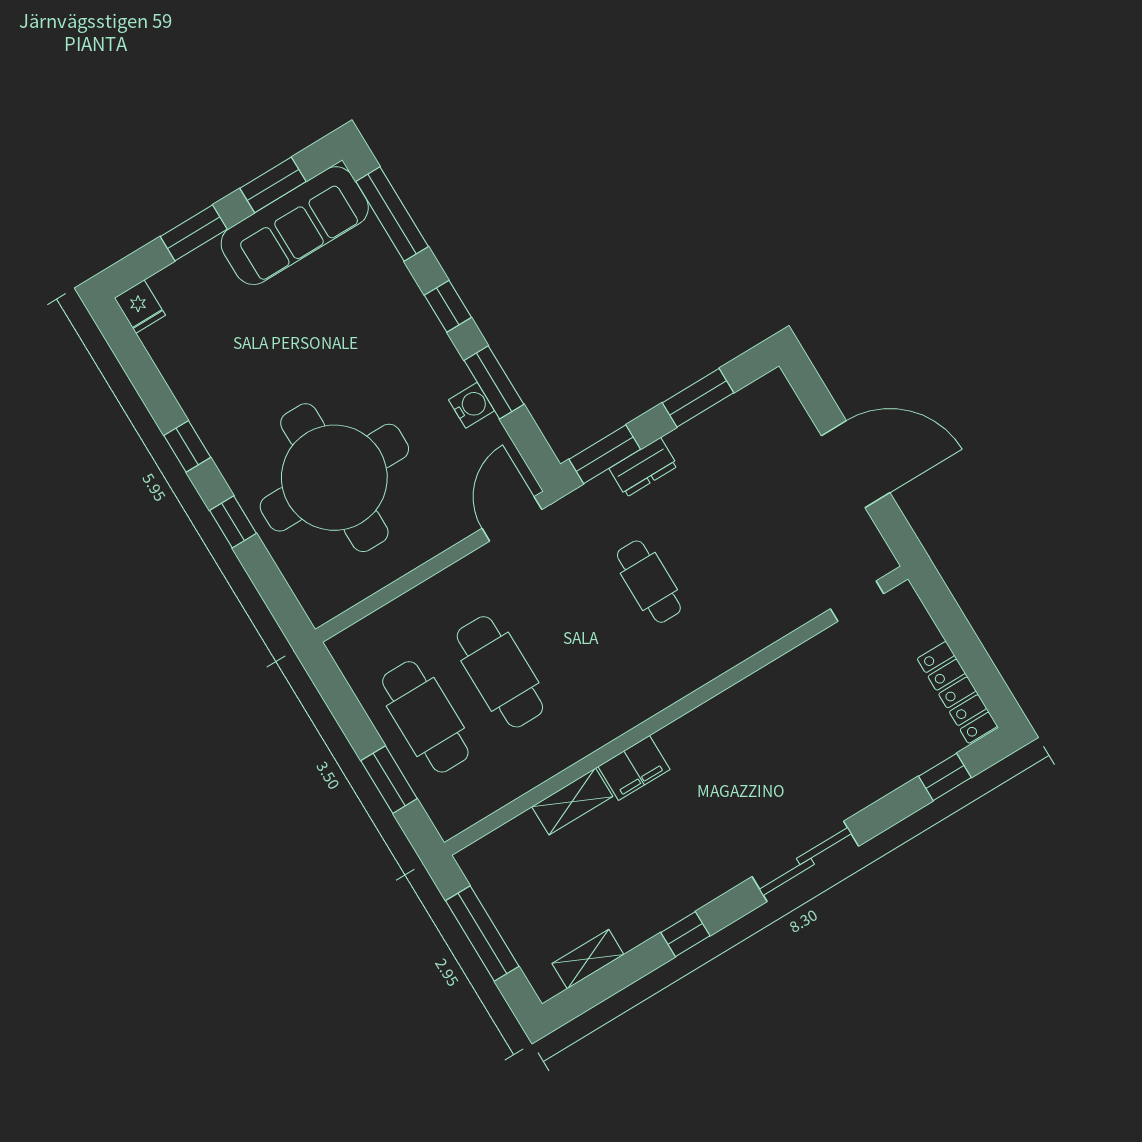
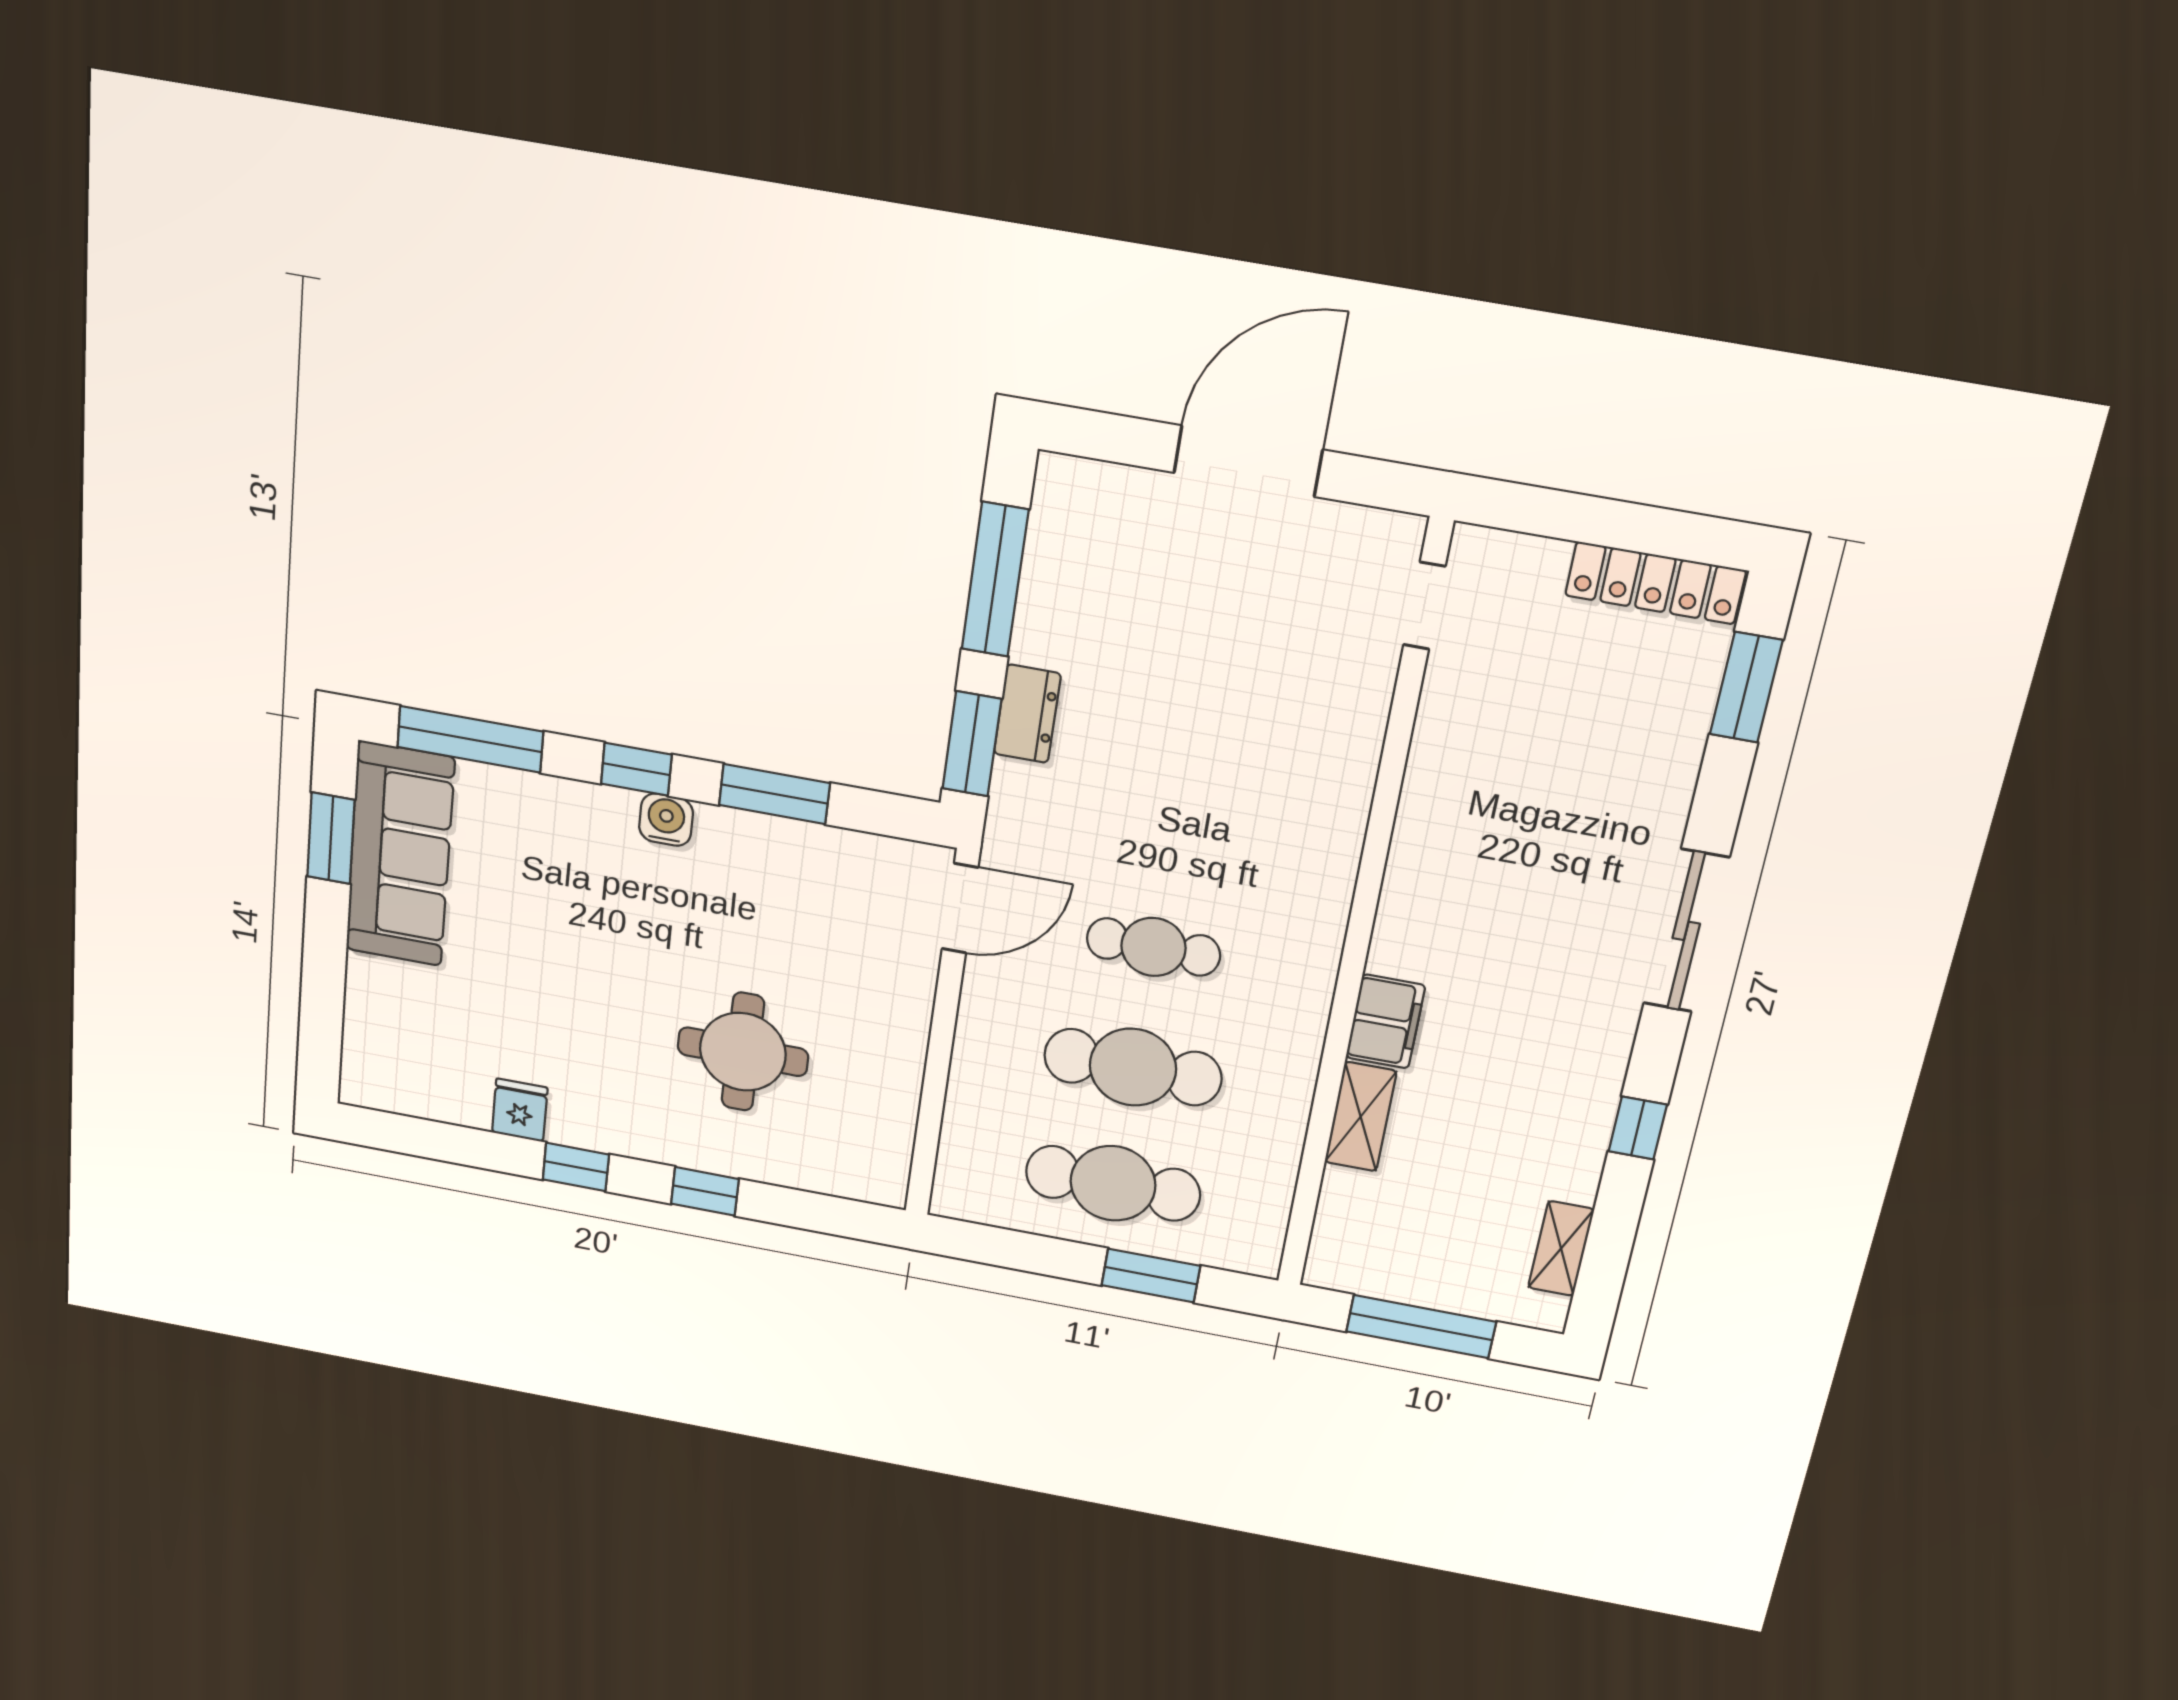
window: (194, 233) -> (324, 965), removed
fridge: (140, 307) -> (520, 1110), moved, turned -90
window: (698, 398) -> (995, 580), width x1.44
water cooler: (472, 405) -> (666, 820), moved
round table: (334, 478) -> (743, 1052), width x0.54, depth x0.54
door: (512, 519) -> (960, 908), swing flipped
cafe table: (649, 582) -> (1153, 947), moved
window: (945, 777) -> (1746, 687), width x1.50

